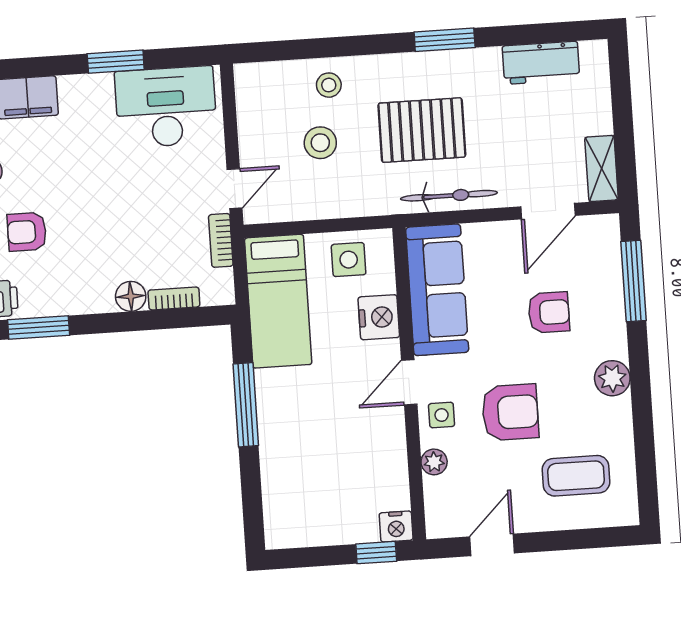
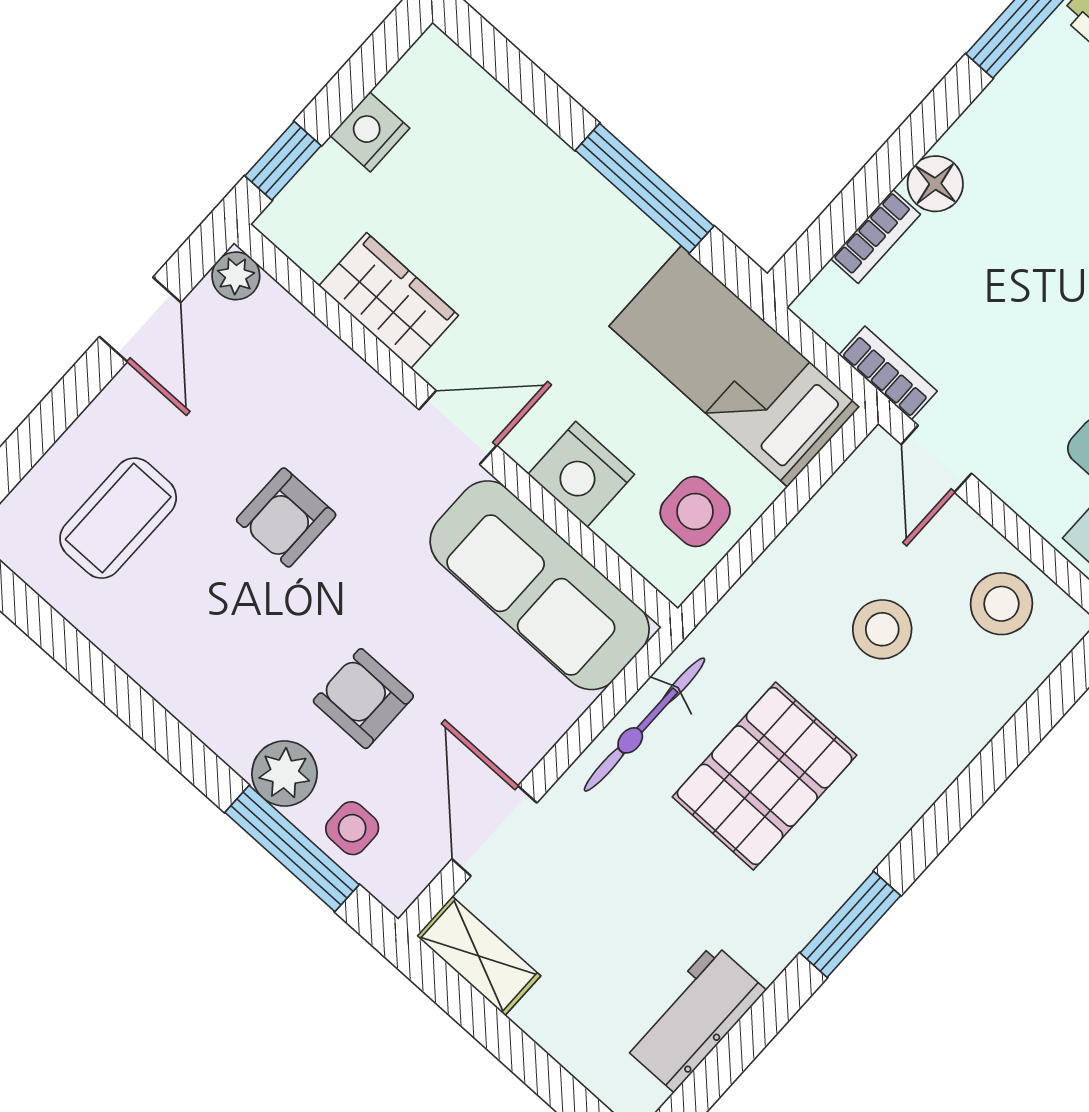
stool: (329, 85) -> (1001, 604), moved, width x1.37, depth x1.37
armchair: (549, 312) -> (363, 699), turned 90
plant: (612, 378) -> (284, 773), moved
door: (409, 382) -> (458, 427), hinge flipped
armchair: (510, 412) -> (286, 517), width x0.72, depth x0.72
side table: (442, 415) -> (352, 828), moved
wardrobe: (388, 458) -> (389, 301), added
plant: (434, 462) -> (236, 276), moved
nightstand: (396, 527) -> (370, 132), moved

